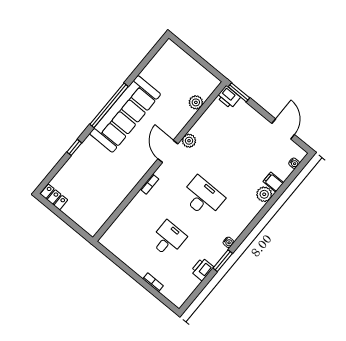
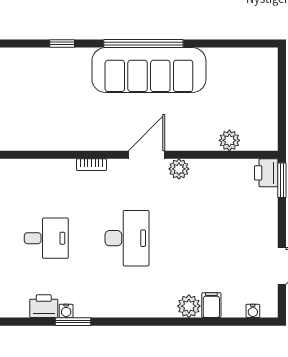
water cooler: (228, 242) -> (66, 311), moved

